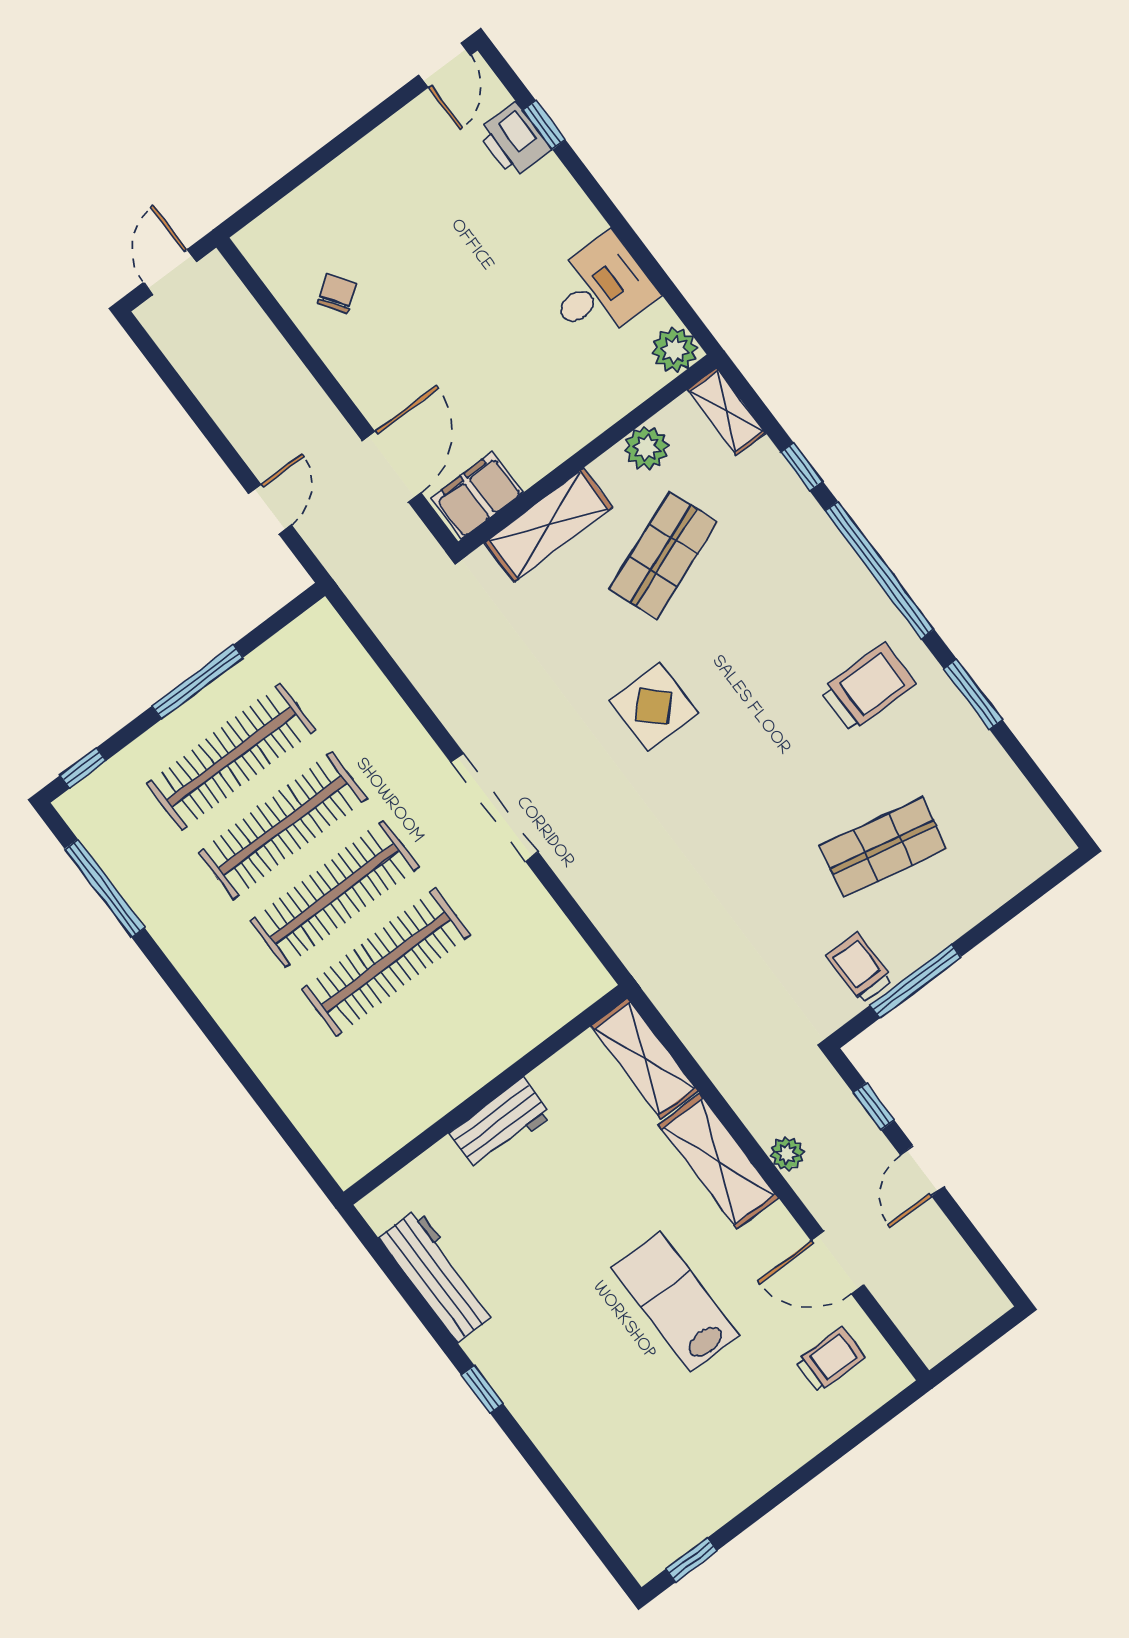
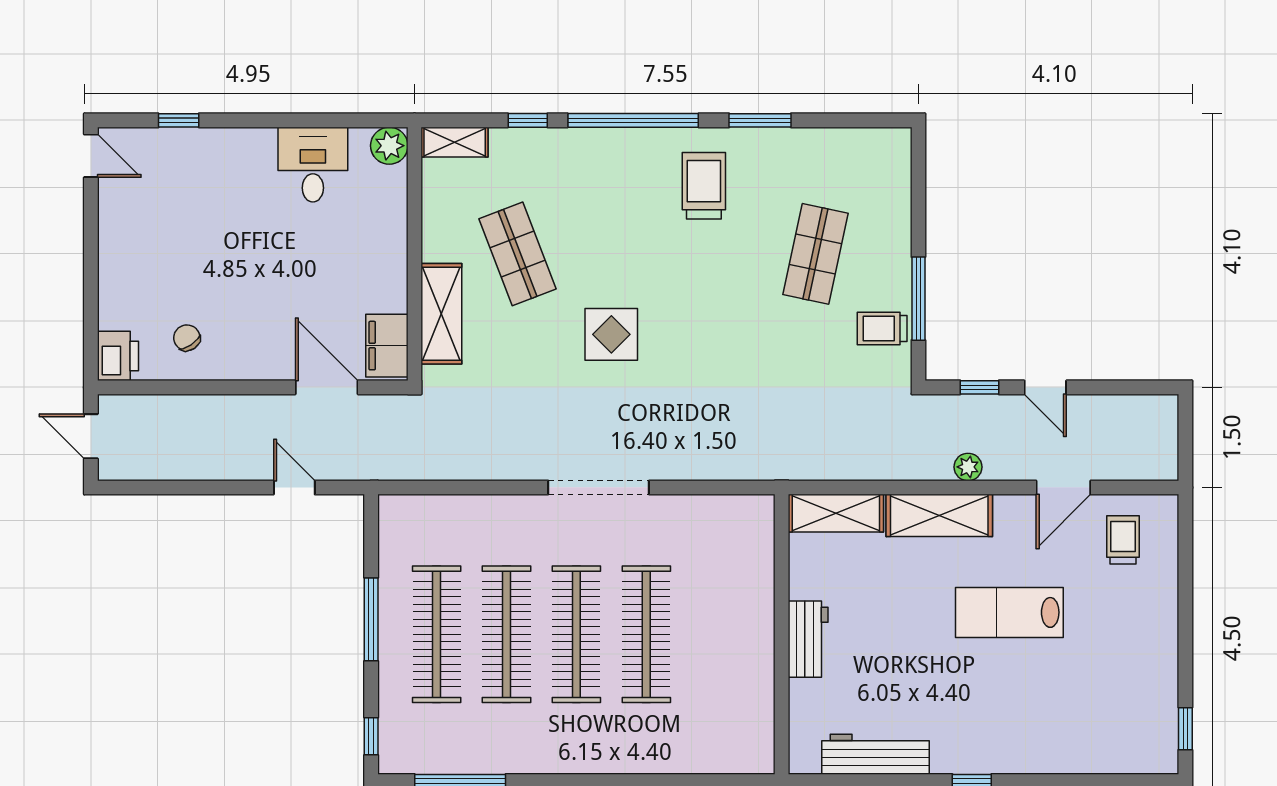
printer: (514, 140) -> (118, 356), moved, turned -90
plant: (646, 448) -> (439, 212), removed

